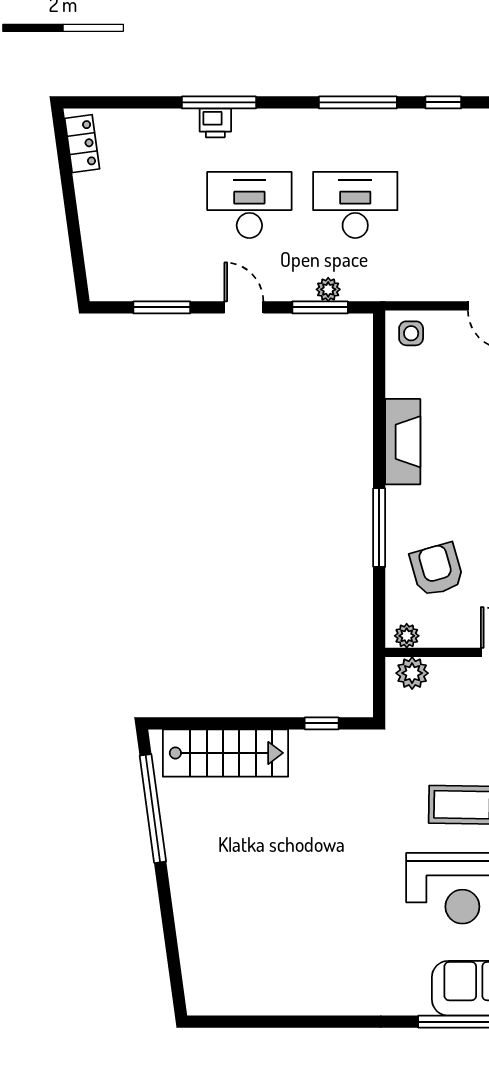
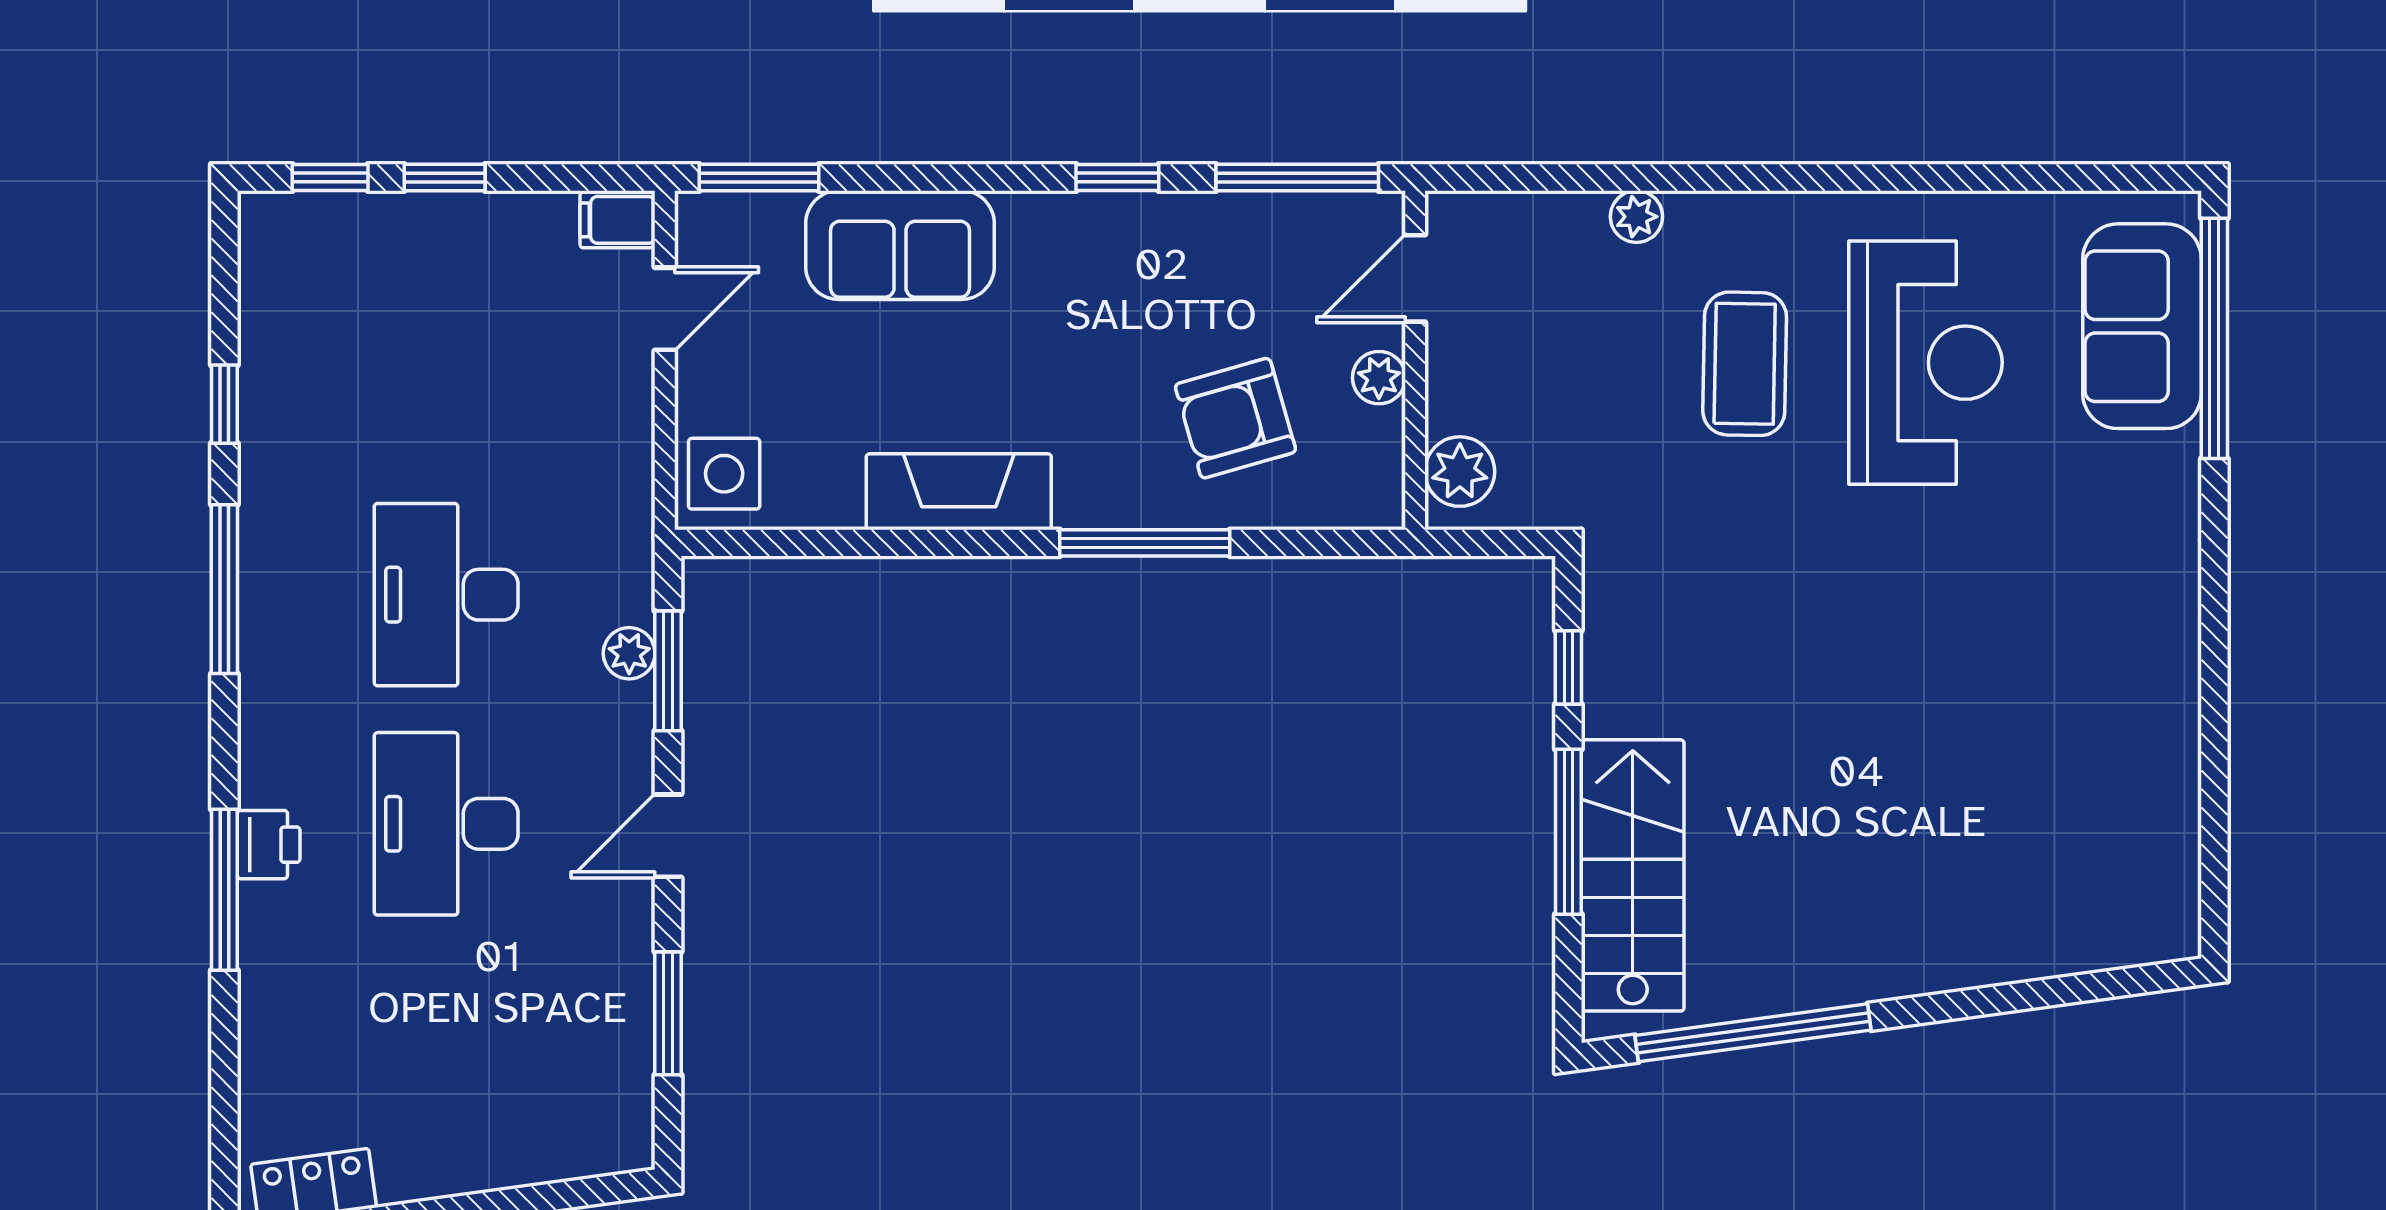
printer: (215, 123) -> (269, 845), moved
side table: (411, 333) -> (724, 474), width x1.37, depth x1.37
plant: (407, 636) -> (1379, 378), moved
window: (246, 723) -> (1568, 832), added

